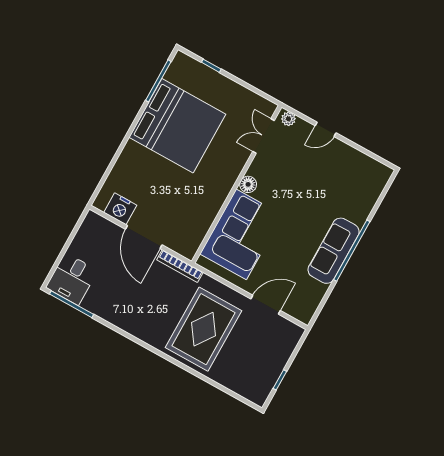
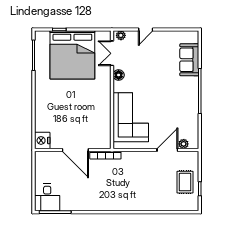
bed: (177, 126) -> (72, 55), moved, turned 90
floor lamp: (248, 184) -> (119, 75), moved
nightstand: (120, 209) -> (42, 140), moved, turned 90
sofa: (334, 251) -> (189, 60), moved, width x0.73
plant: (291, 309) -> (184, 144), added
rug: (204, 329) -> (185, 182), moved, width x0.54, depth x0.49

